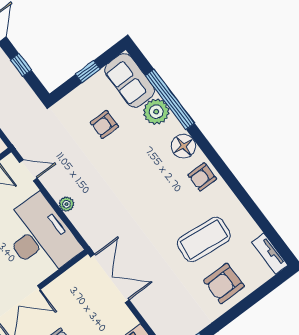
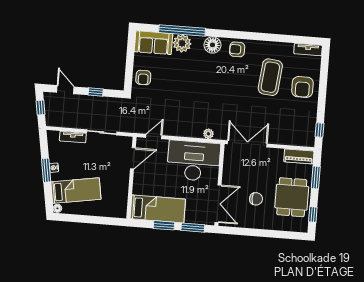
window: (88, 72) -> (130, 60), removed
armchair: (104, 125) -> (143, 78), moved
armchair: (202, 177) -> (237, 49), turned 90
plant: (67, 204) -> (208, 134), moved

